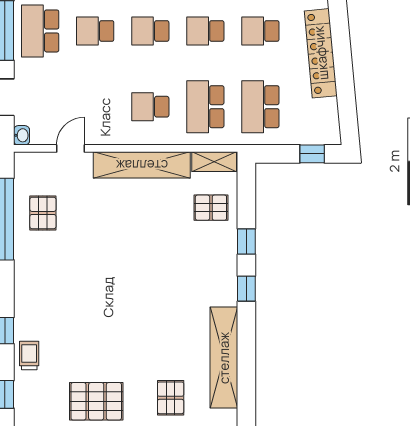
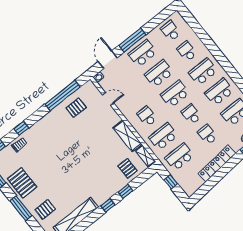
school desk: (95, 31) -> (159, 74), width x1.85
school desk: (150, 31) -> (175, 94), width x1.85
window: (312, 154) -> (171, 182), moved
shelving: (142, 165) -> (127, 136), width x0.68

